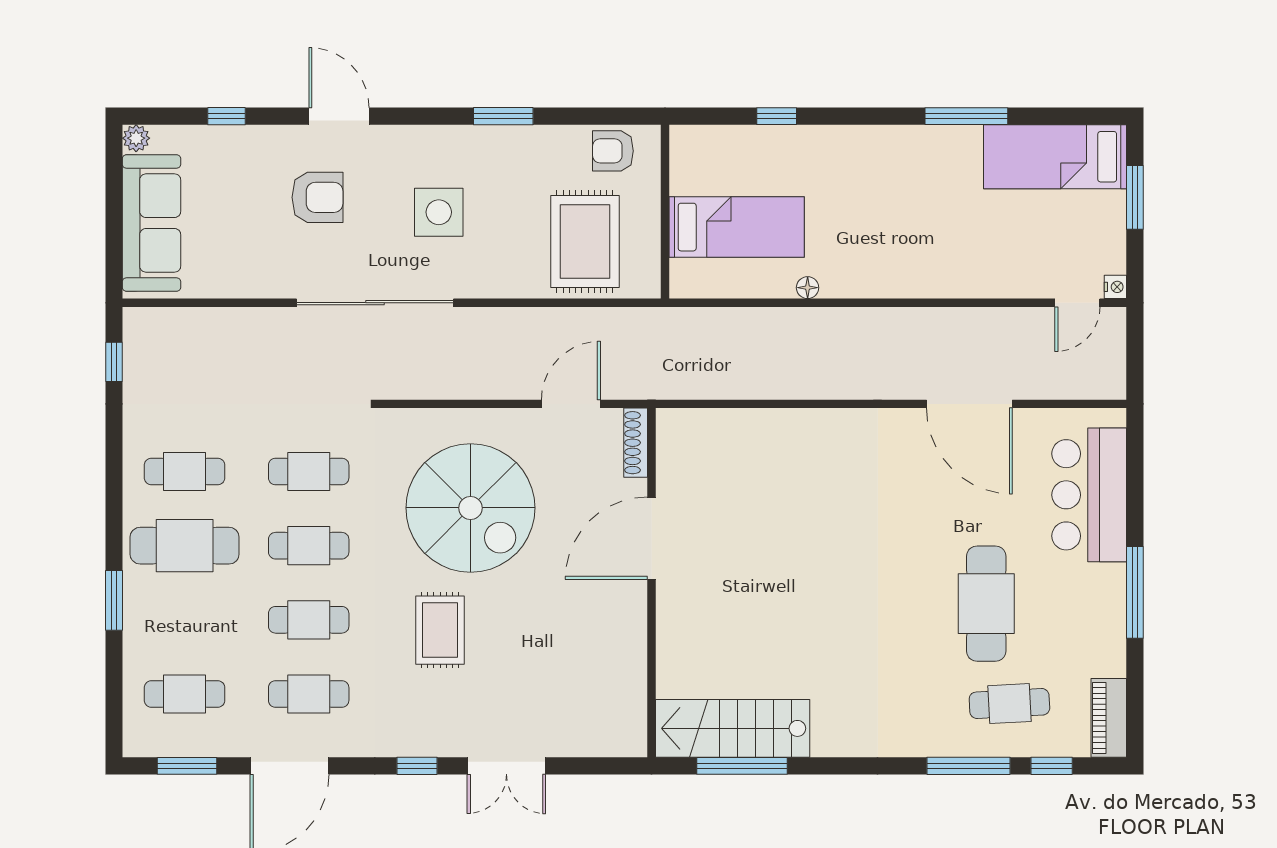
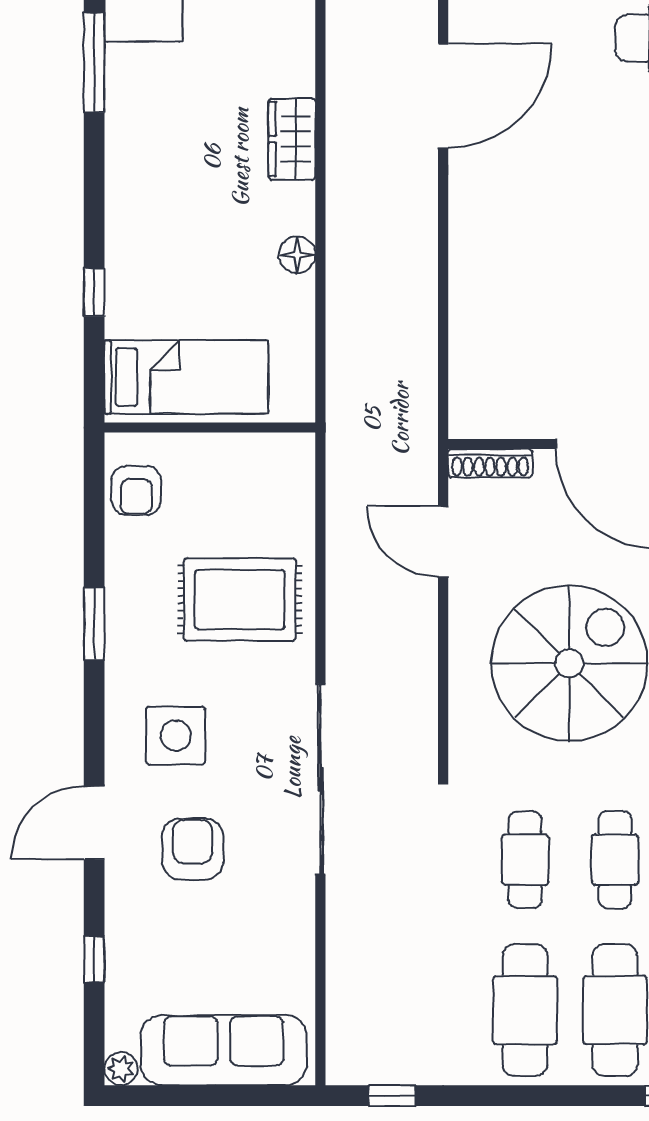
side table: (439, 212) -> (176, 736), moved
bed: (737, 227) -> (186, 377), moved, turned 90
rug: (585, 242) -> (240, 600), moved
wardrobe: (903, 279) -> (292, 139), added
floor lamp: (808, 288) -> (297, 255), width x1.37, depth x1.37
door: (969, 404) -> (443, 96), moved
cafe table: (185, 471) -> (525, 1010), width x1.37, depth x1.35

